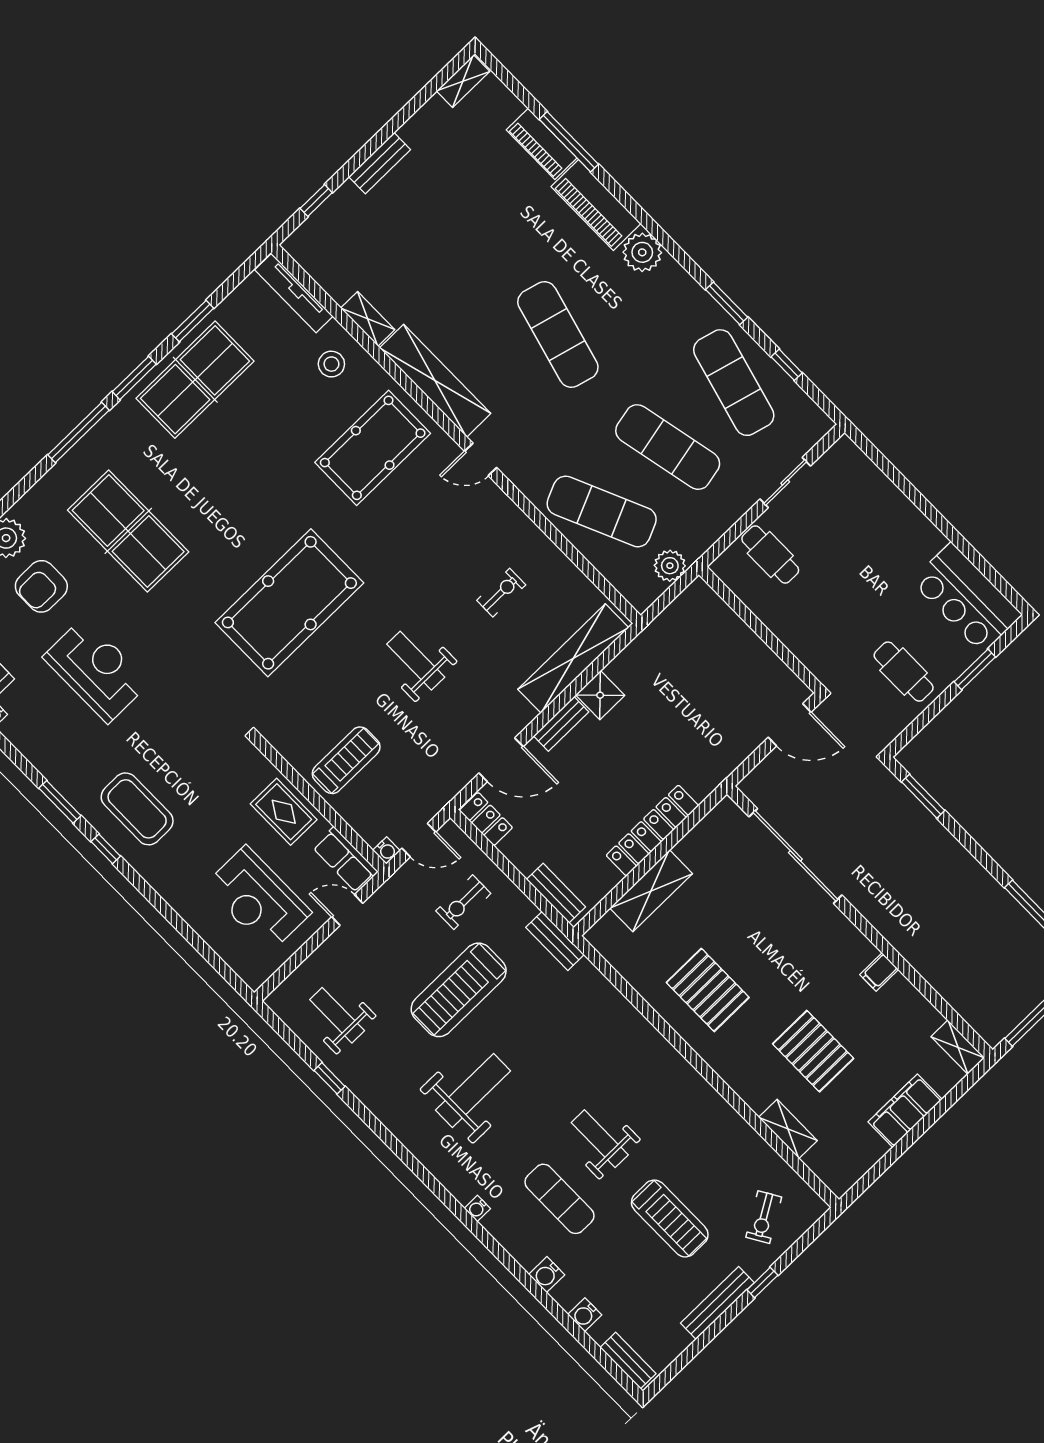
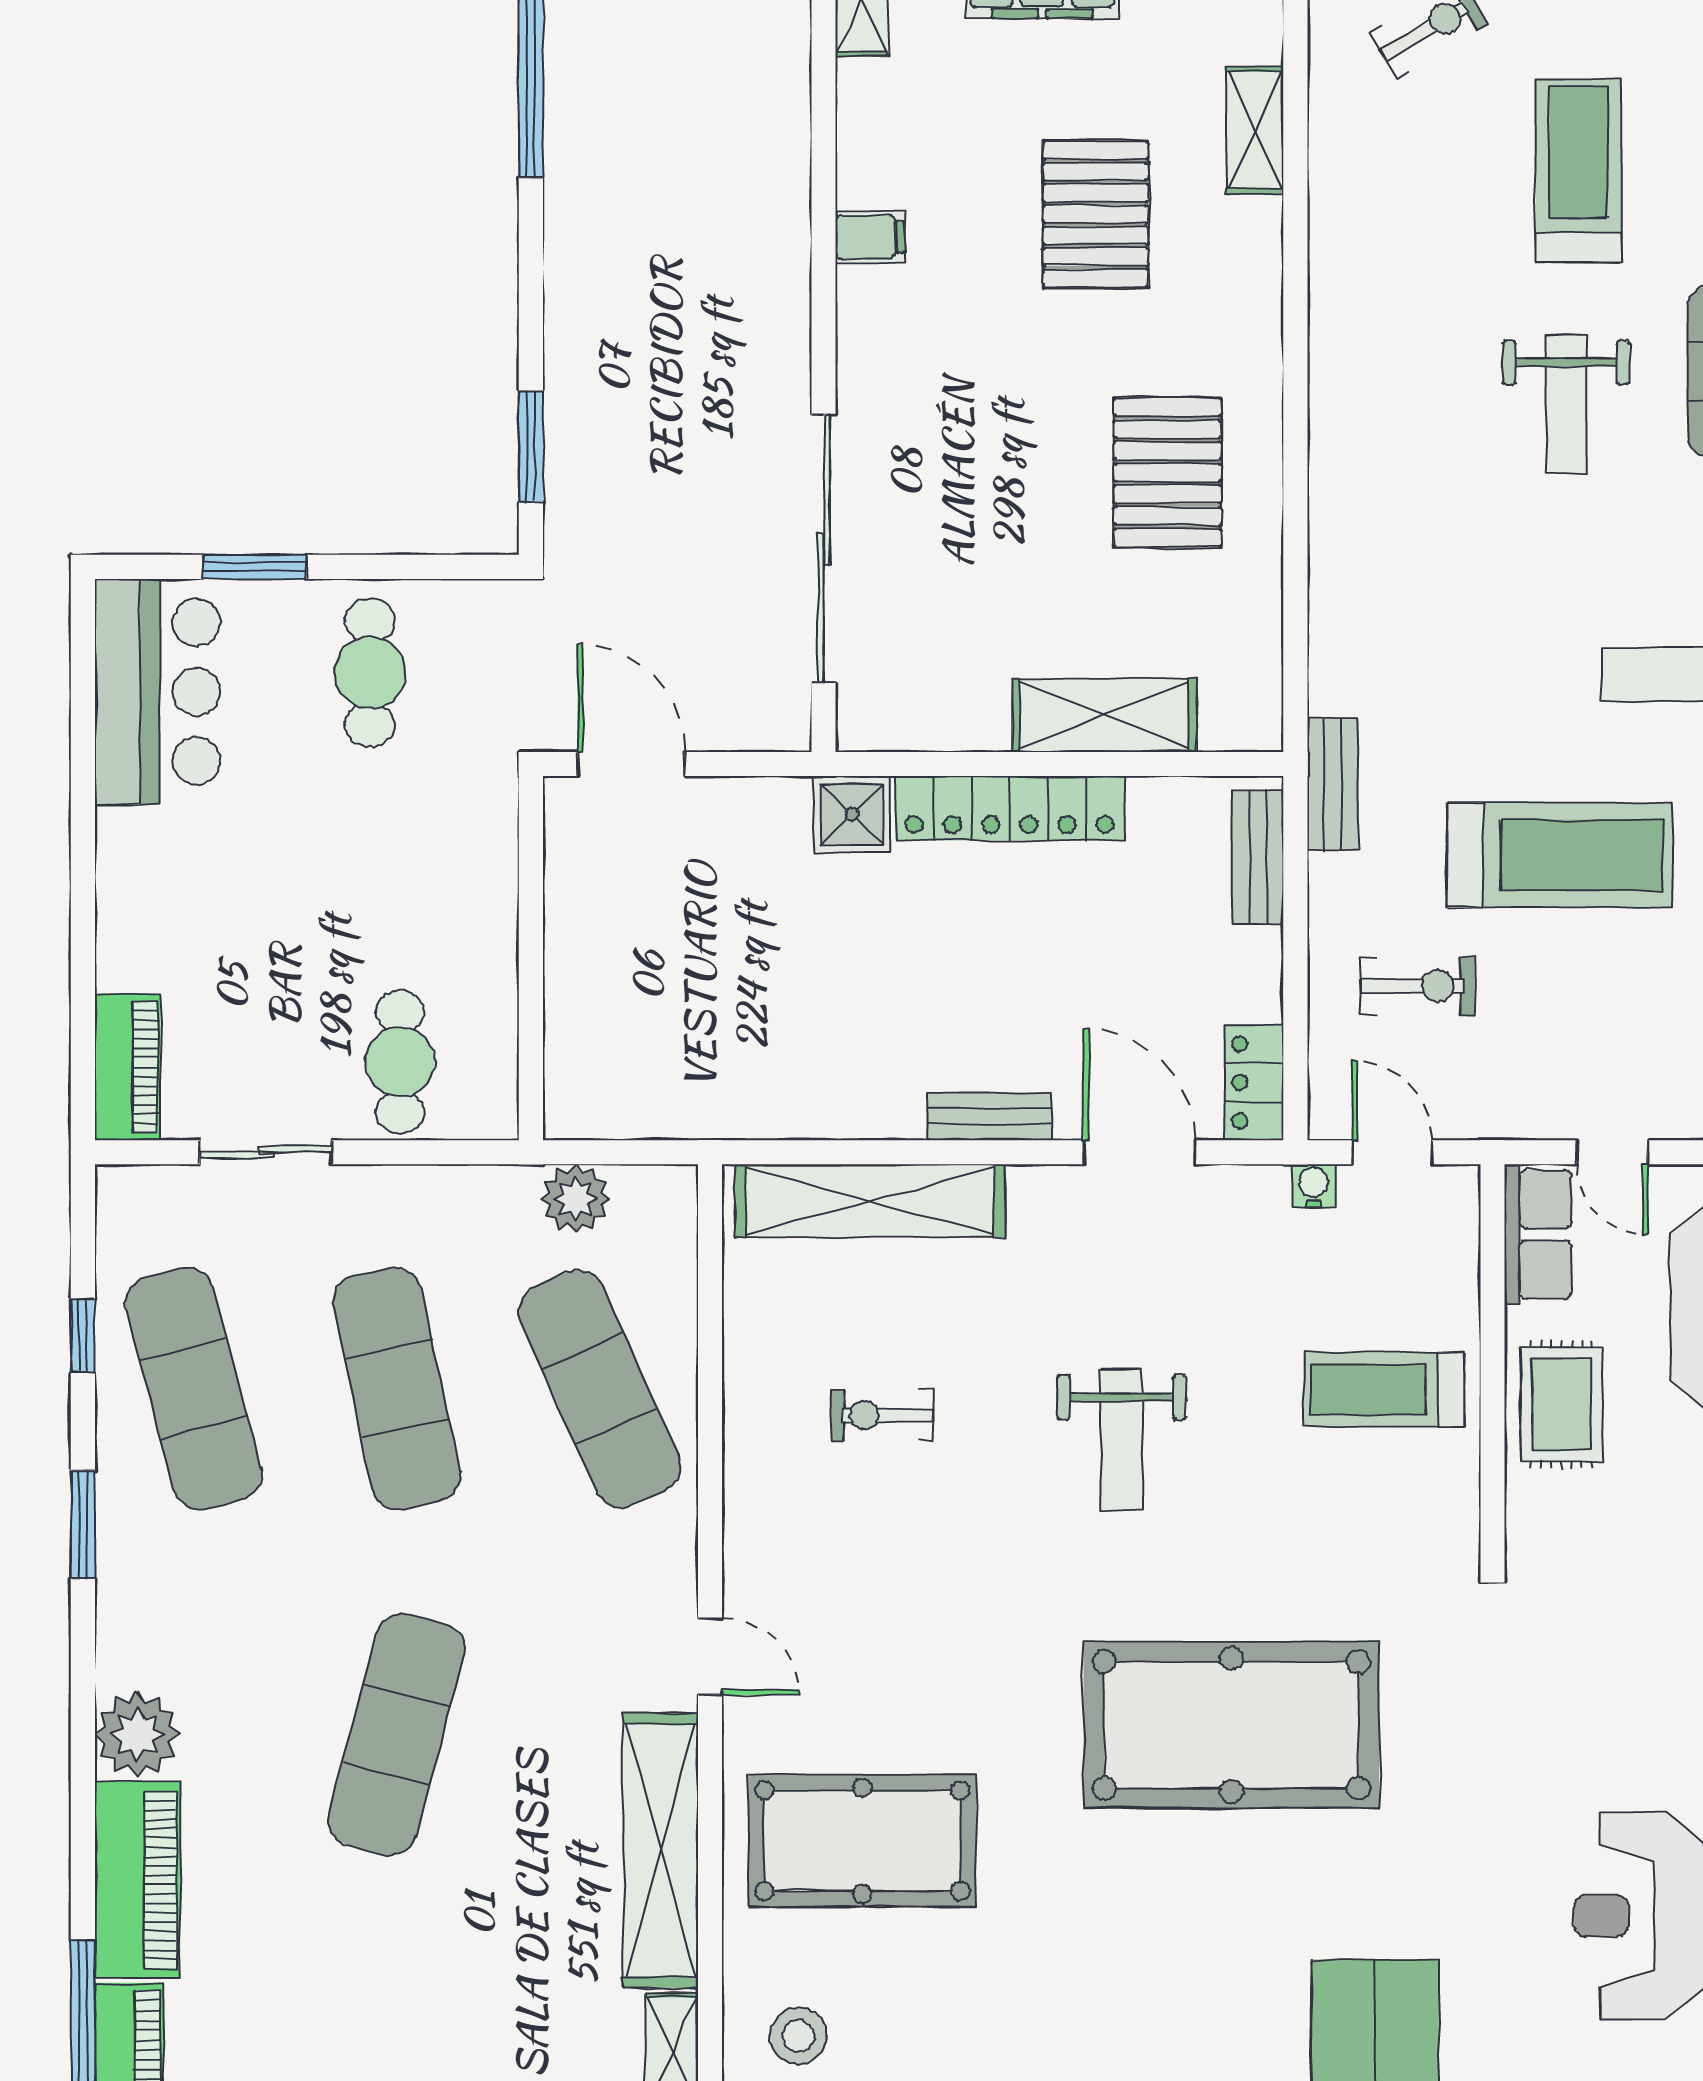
exercise mat: (734, 383) -> (193, 1389), turned -30
piano: (857, 466) -> (128, 1067), added
shower: (600, 695) -> (852, 814), moved
water cooler: (386, 850) -> (1314, 1186), moved

